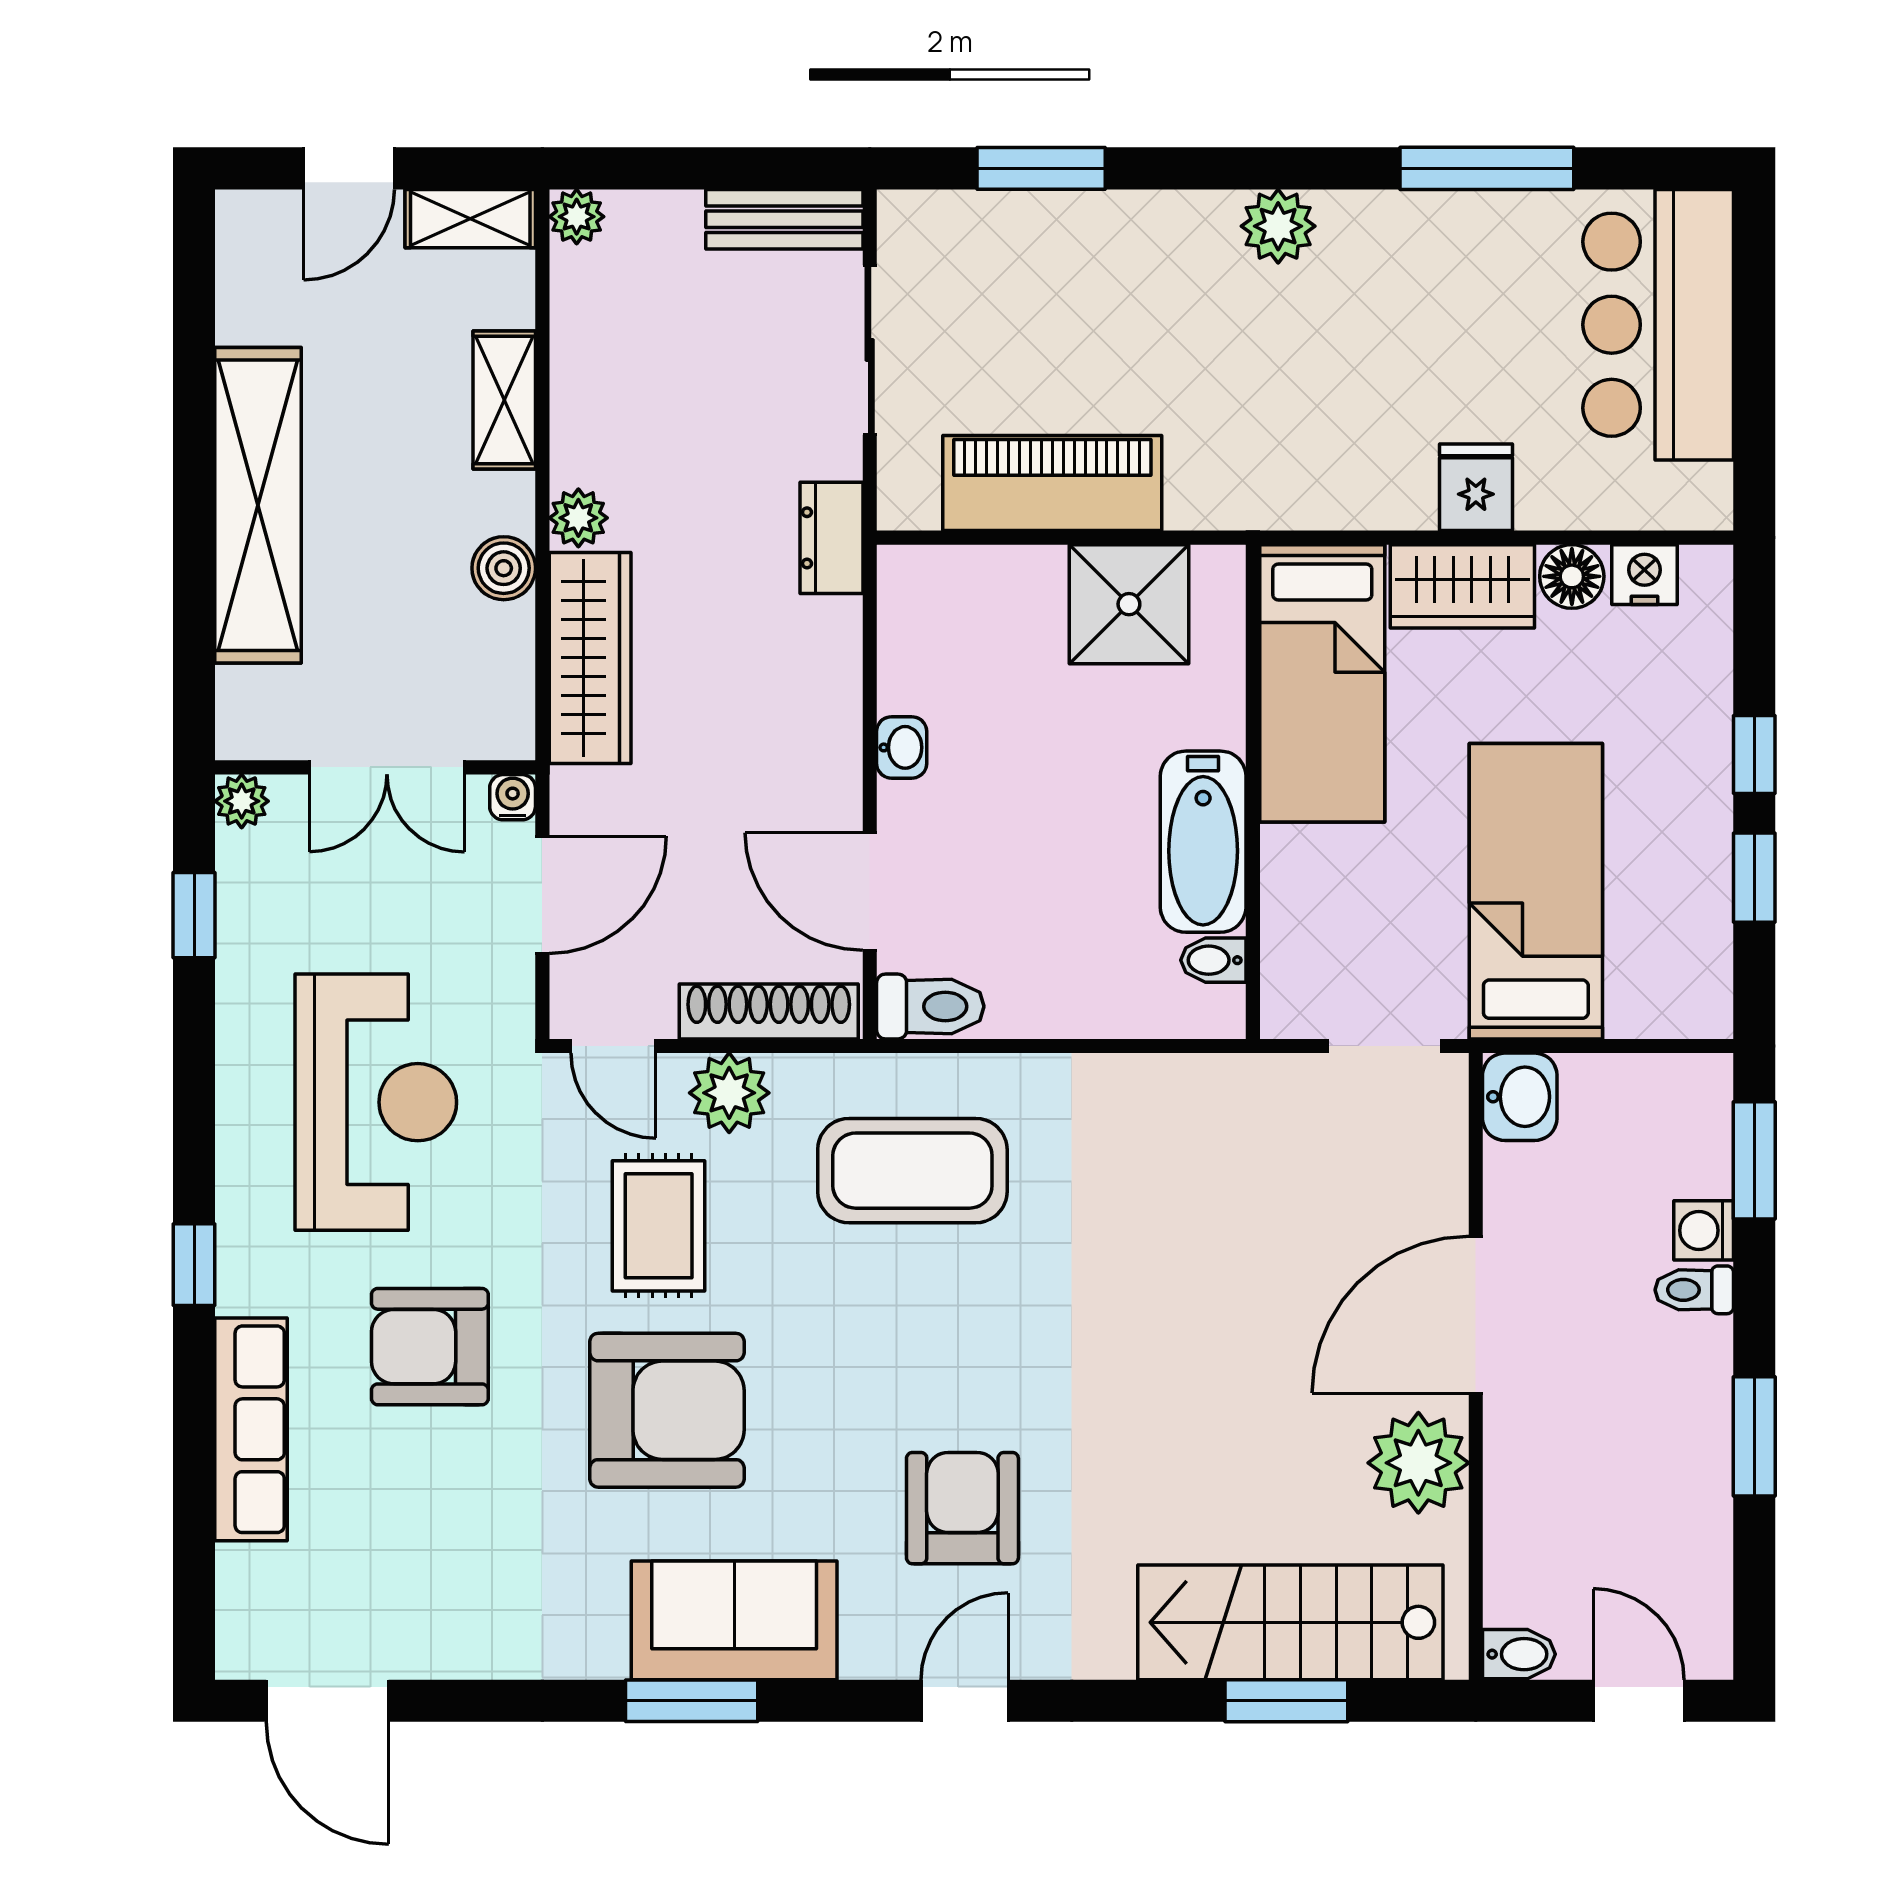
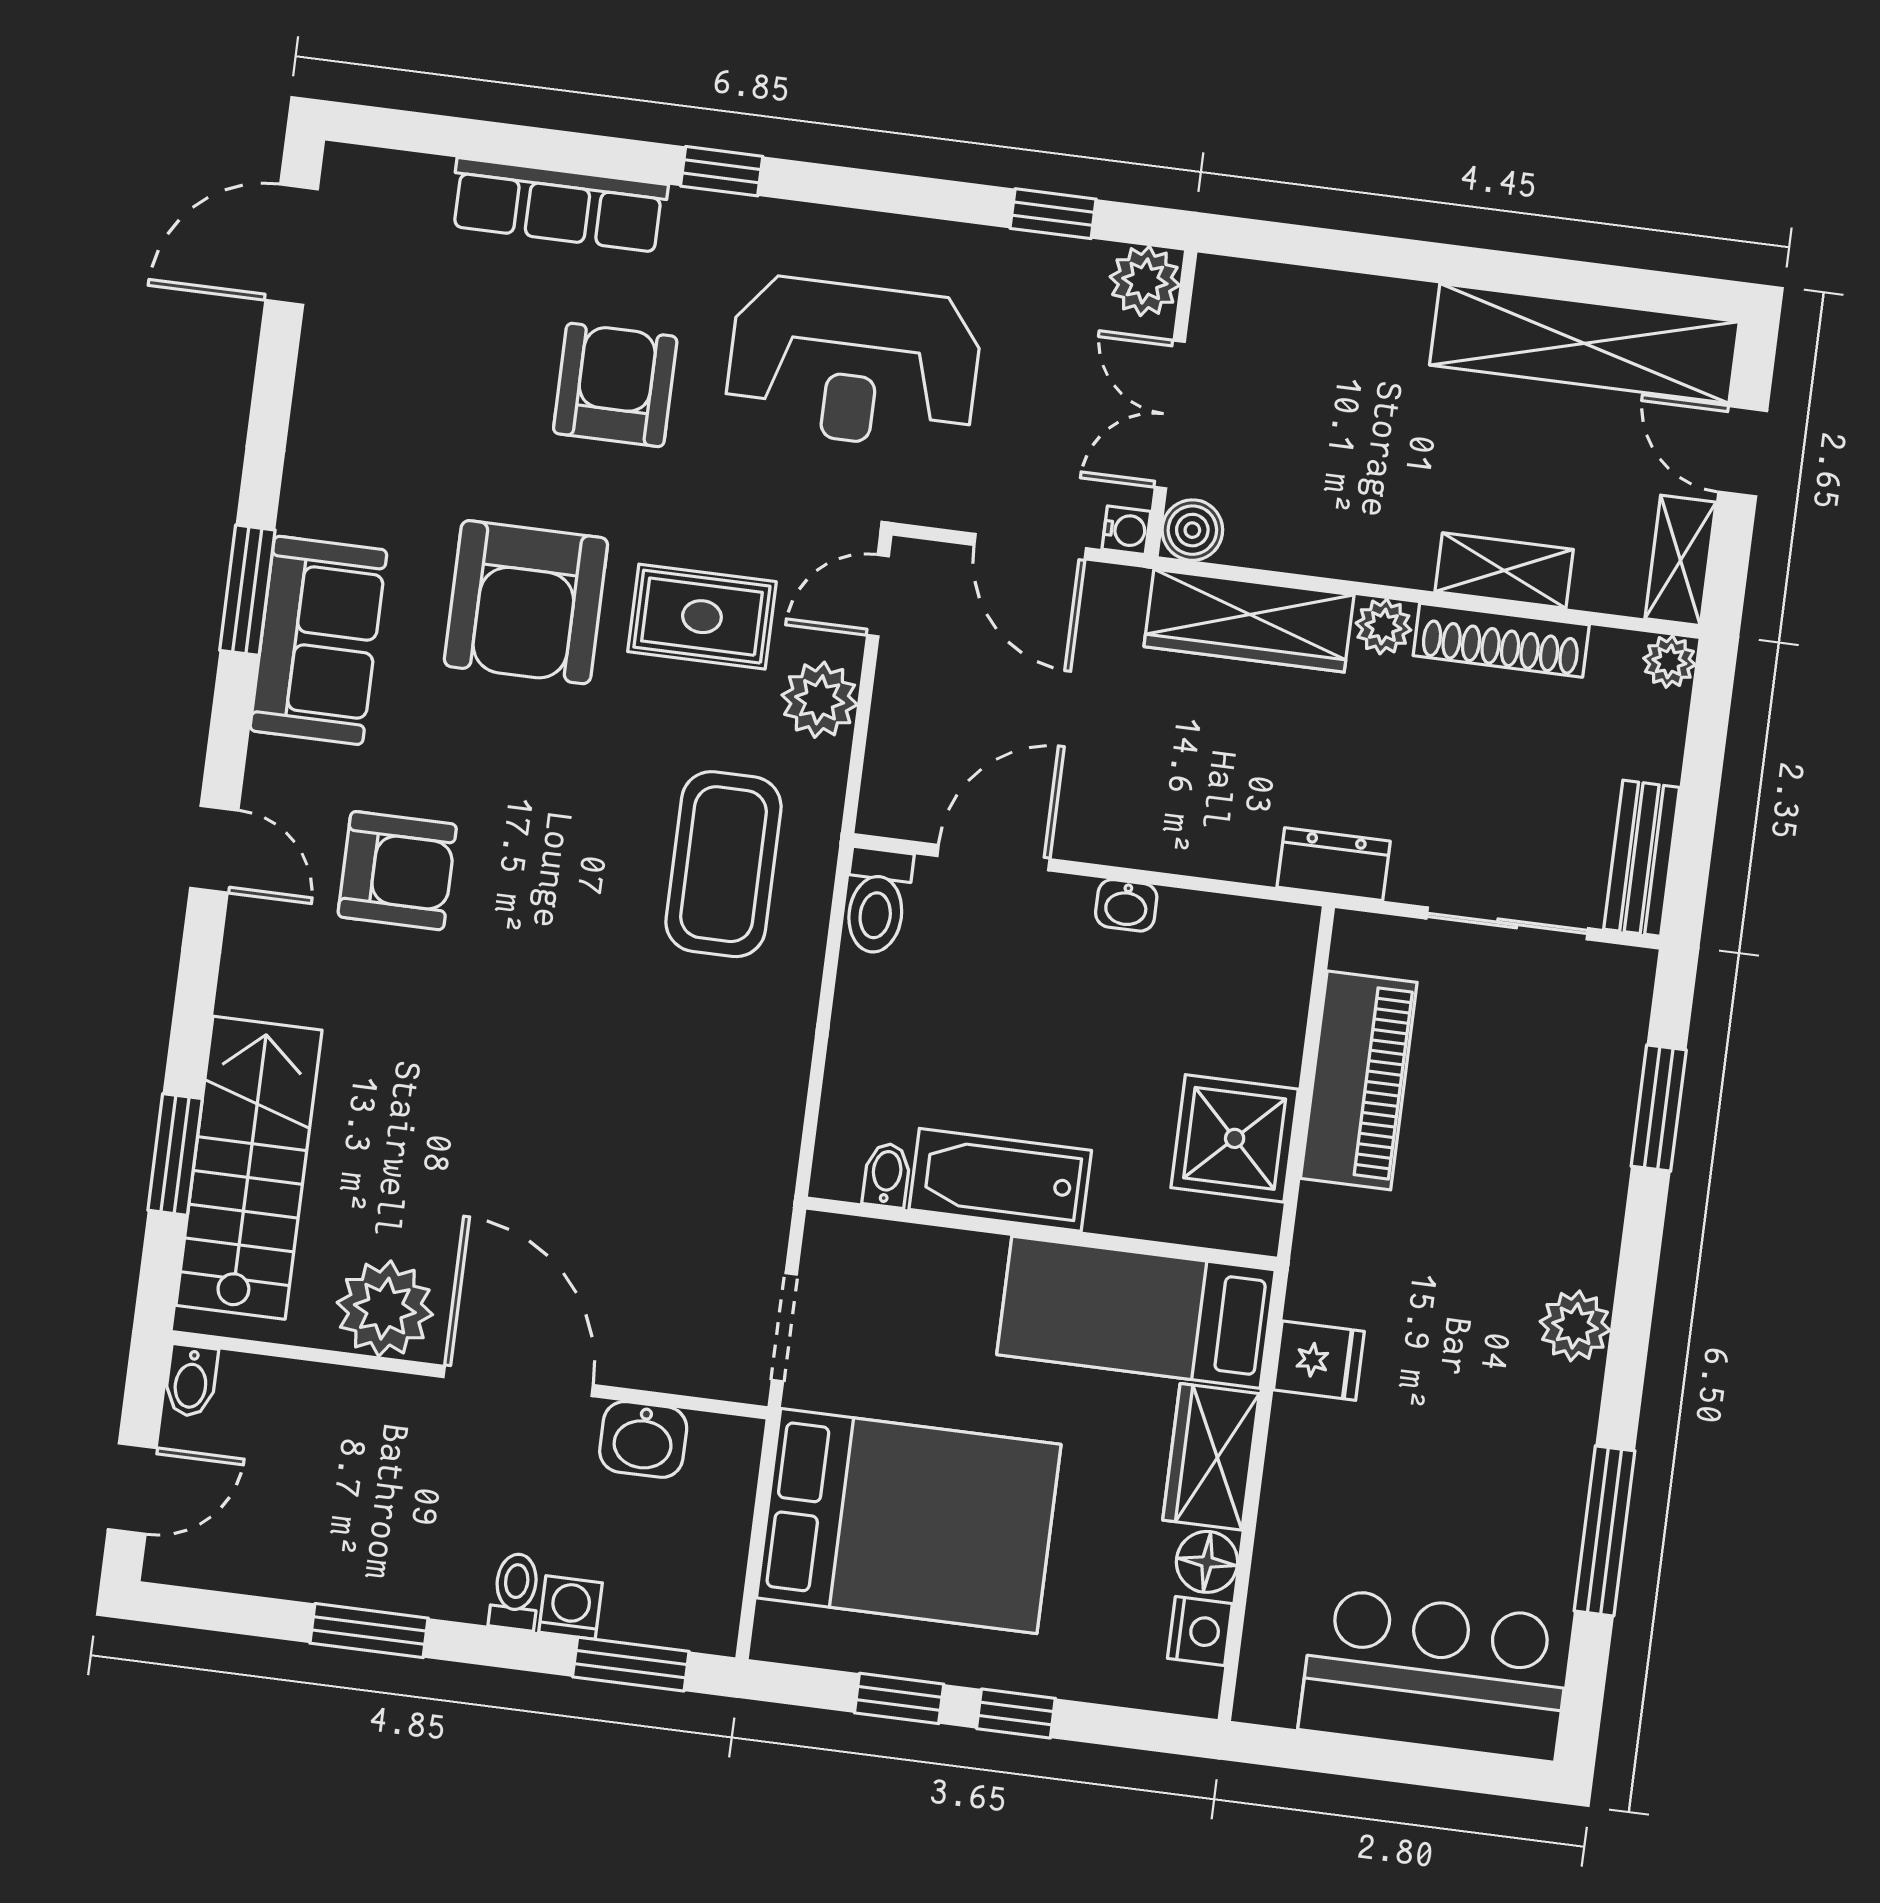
fridge: (1476, 487) -> (1319, 1361), moved
shelving: (258, 505) -> (1584, 343), moved
boiler: (504, 568) -> (1192, 530), moved
plant: (242, 801) -> (1145, 281), width x1.38, depth x1.38
bed: (1536, 891) -> (909, 1521), width x1.50
shoe rack: (769, 1011) -> (1501, 640), moved, turned 90
washbasin: (1520, 1097) -> (643, 1439), moved

